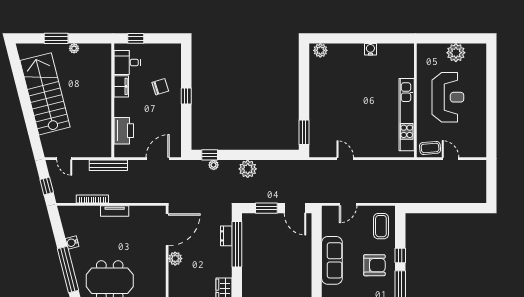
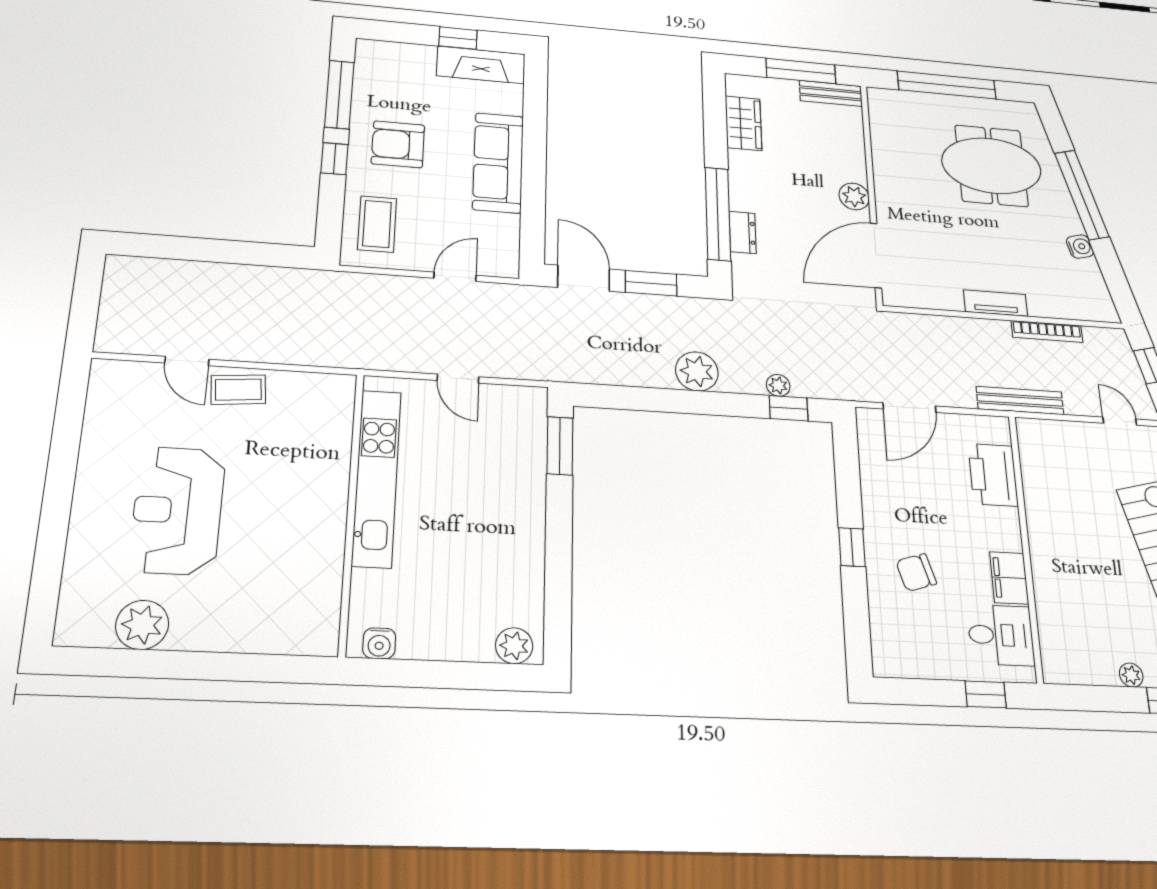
wall: (415, 100) -> (351, 511), moved
kitchen unit: (407, 115) -> (377, 478), moved

